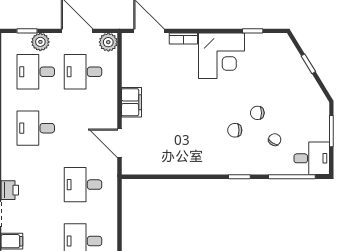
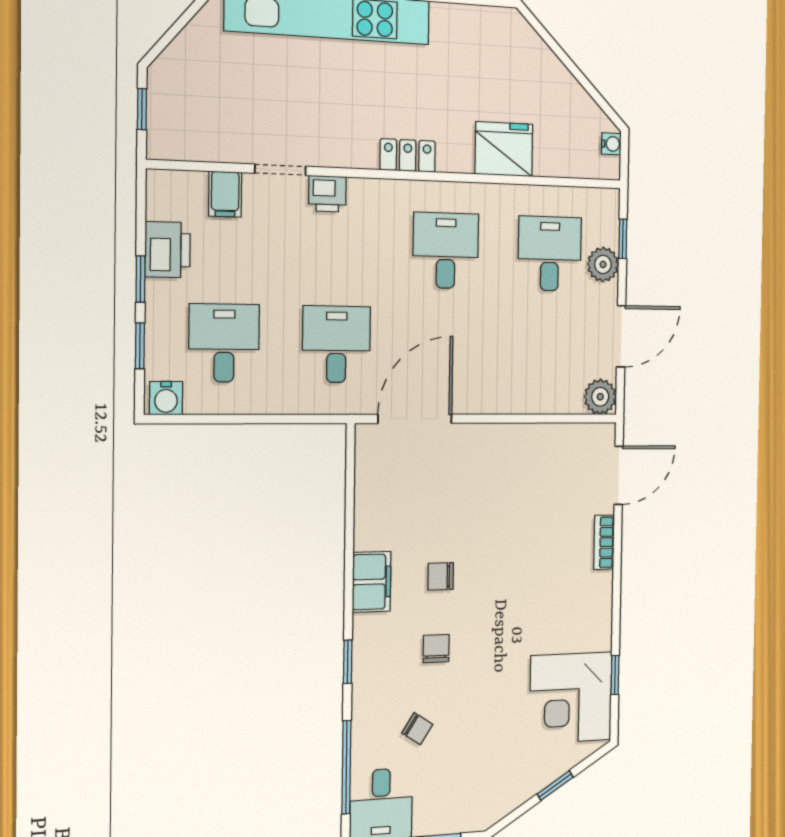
corner desk: (222, 56) -> (571, 698), moved
desk: (83, 72) -> (548, 347), removed
filing cabinet: (131, 102) -> (372, 582), moved, turned -90
chair: (257, 113) -> (441, 576), moved, turned -90
door: (119, 143) -> (415, 419), width x1.36

